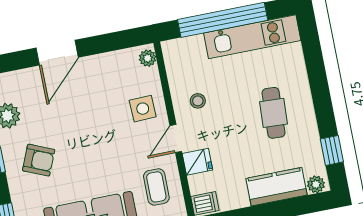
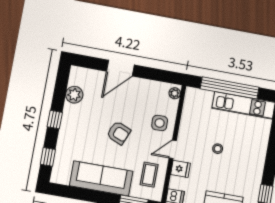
stool: (198, 101) -> (218, 149), moved
cafe table: (273, 113) -> (239, 157), removed
armchair: (39, 160) -> (119, 133), moved

